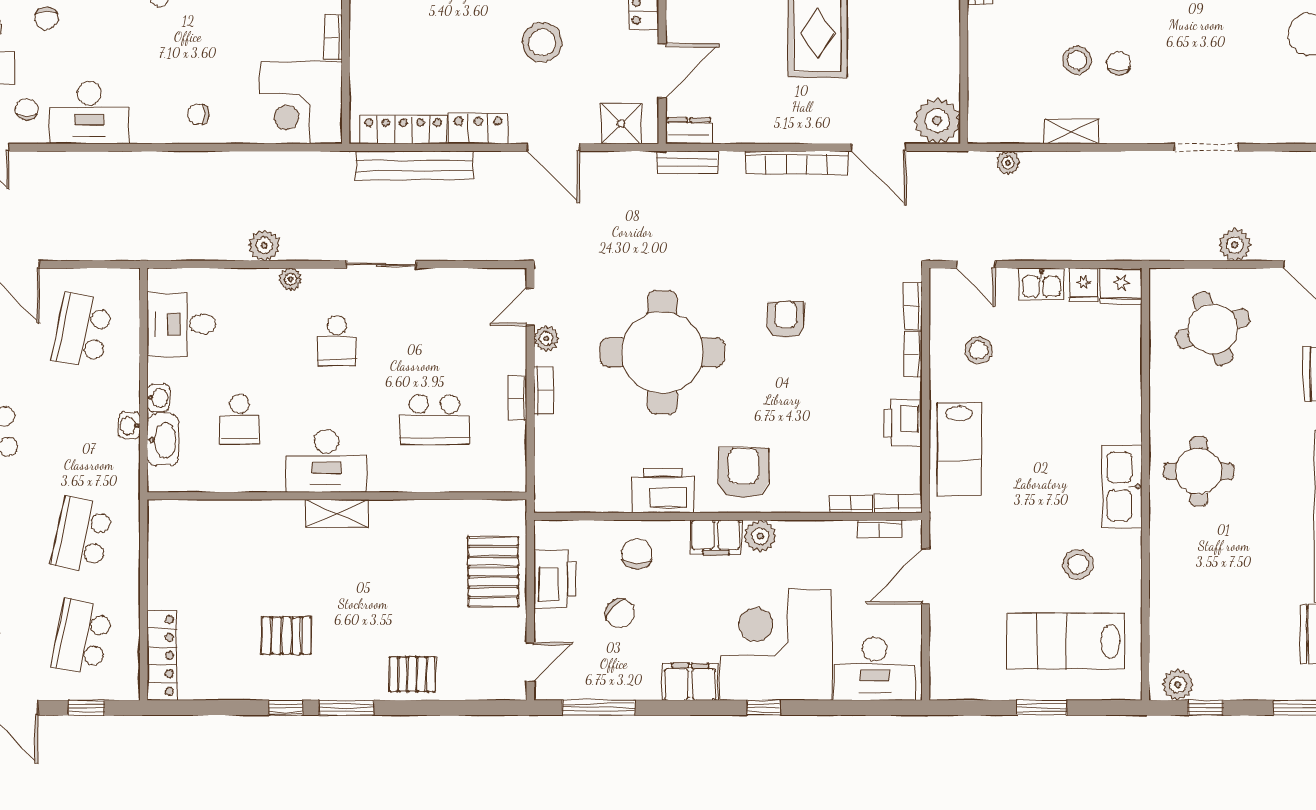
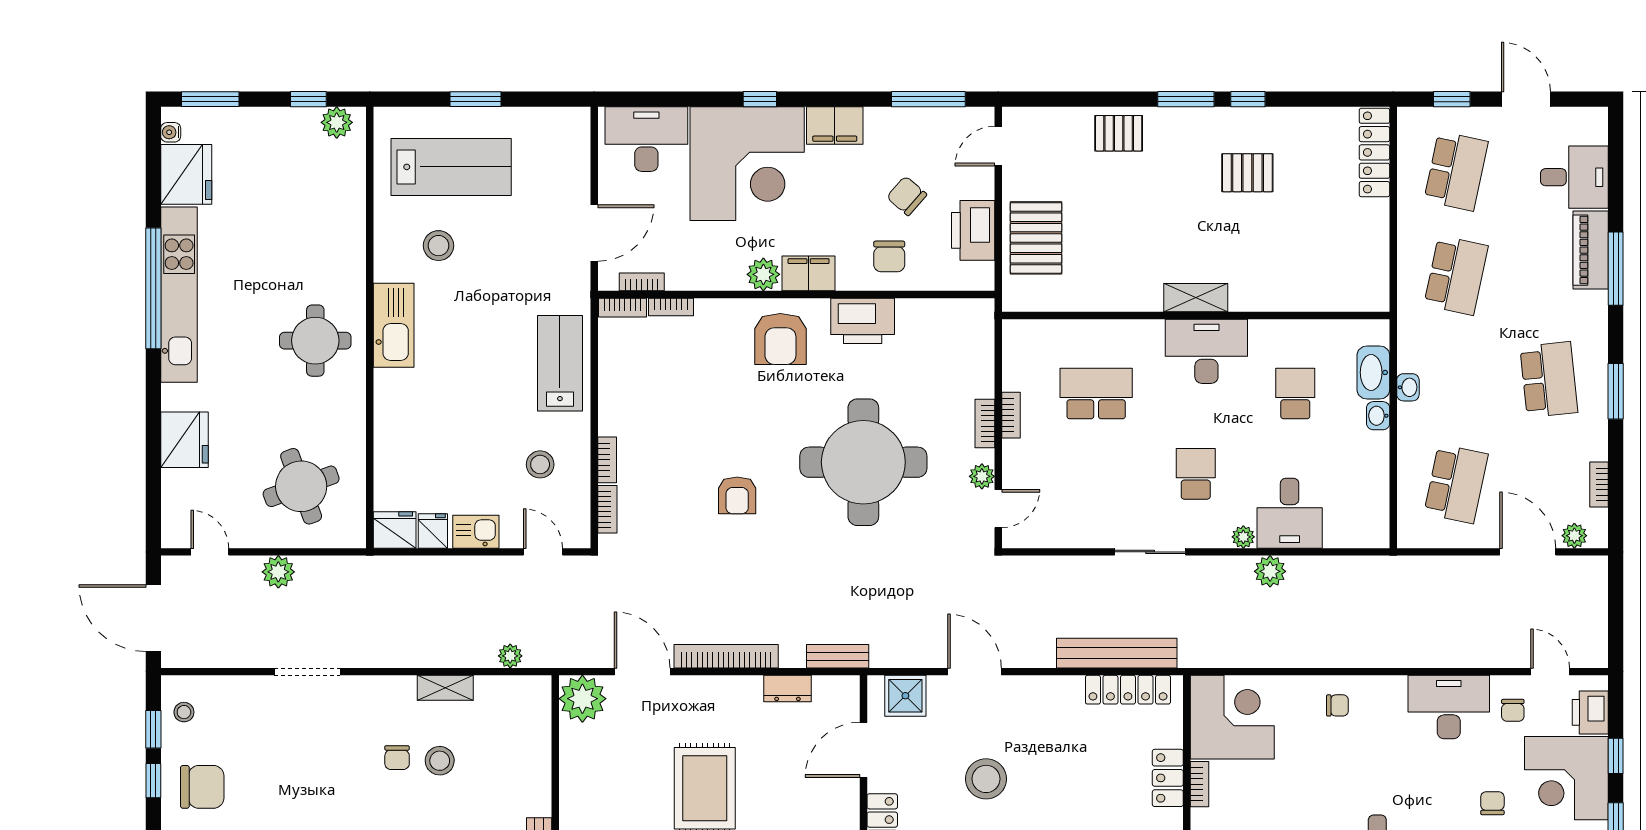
locker: (478, 129) -> (1168, 778), moved, turned 90
dresser: (689, 131) -> (787, 689), moved
desk: (181, 324) -> (1290, 513), moved, turned 90
printer: (903, 423) -> (617, 390), removed

